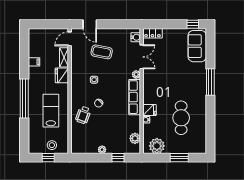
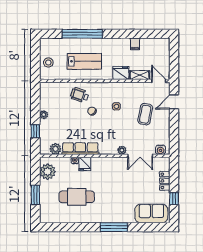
window: (193, 24) -> (174, 199), moved
locker: (152, 33) -> (165, 181), moved
row of seats: (135, 97) -> (80, 149), moved
window: (24, 99) -> (82, 34), moved
window: (48, 158) -> (35, 59), removed

